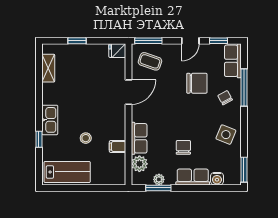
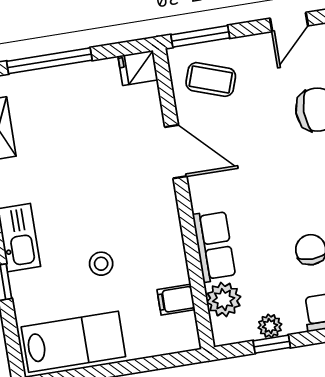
window: (77, 41) -> (49, 61), width x2.17
door: (128, 92) -> (176, 152), hinge flipped
filing cabinet: (118, 146) -> (176, 300), moved
window: (158, 188) -> (272, 344), width x0.67

